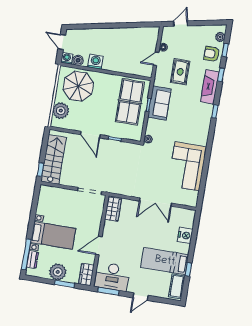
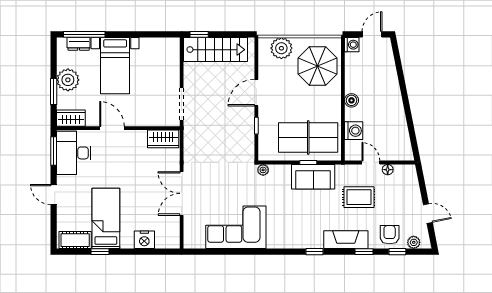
door: (180, 24) -> (428, 214), moved
boiler: (78, 60) -> (352, 100), moved
washing machine: (96, 62) -> (354, 131), moved

